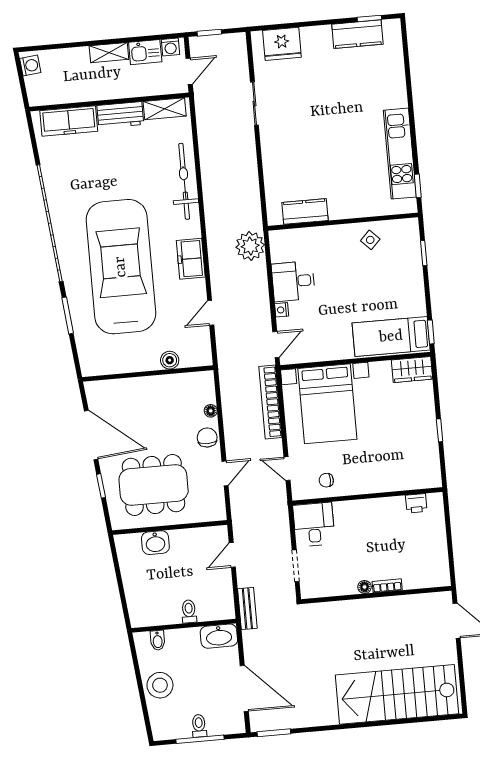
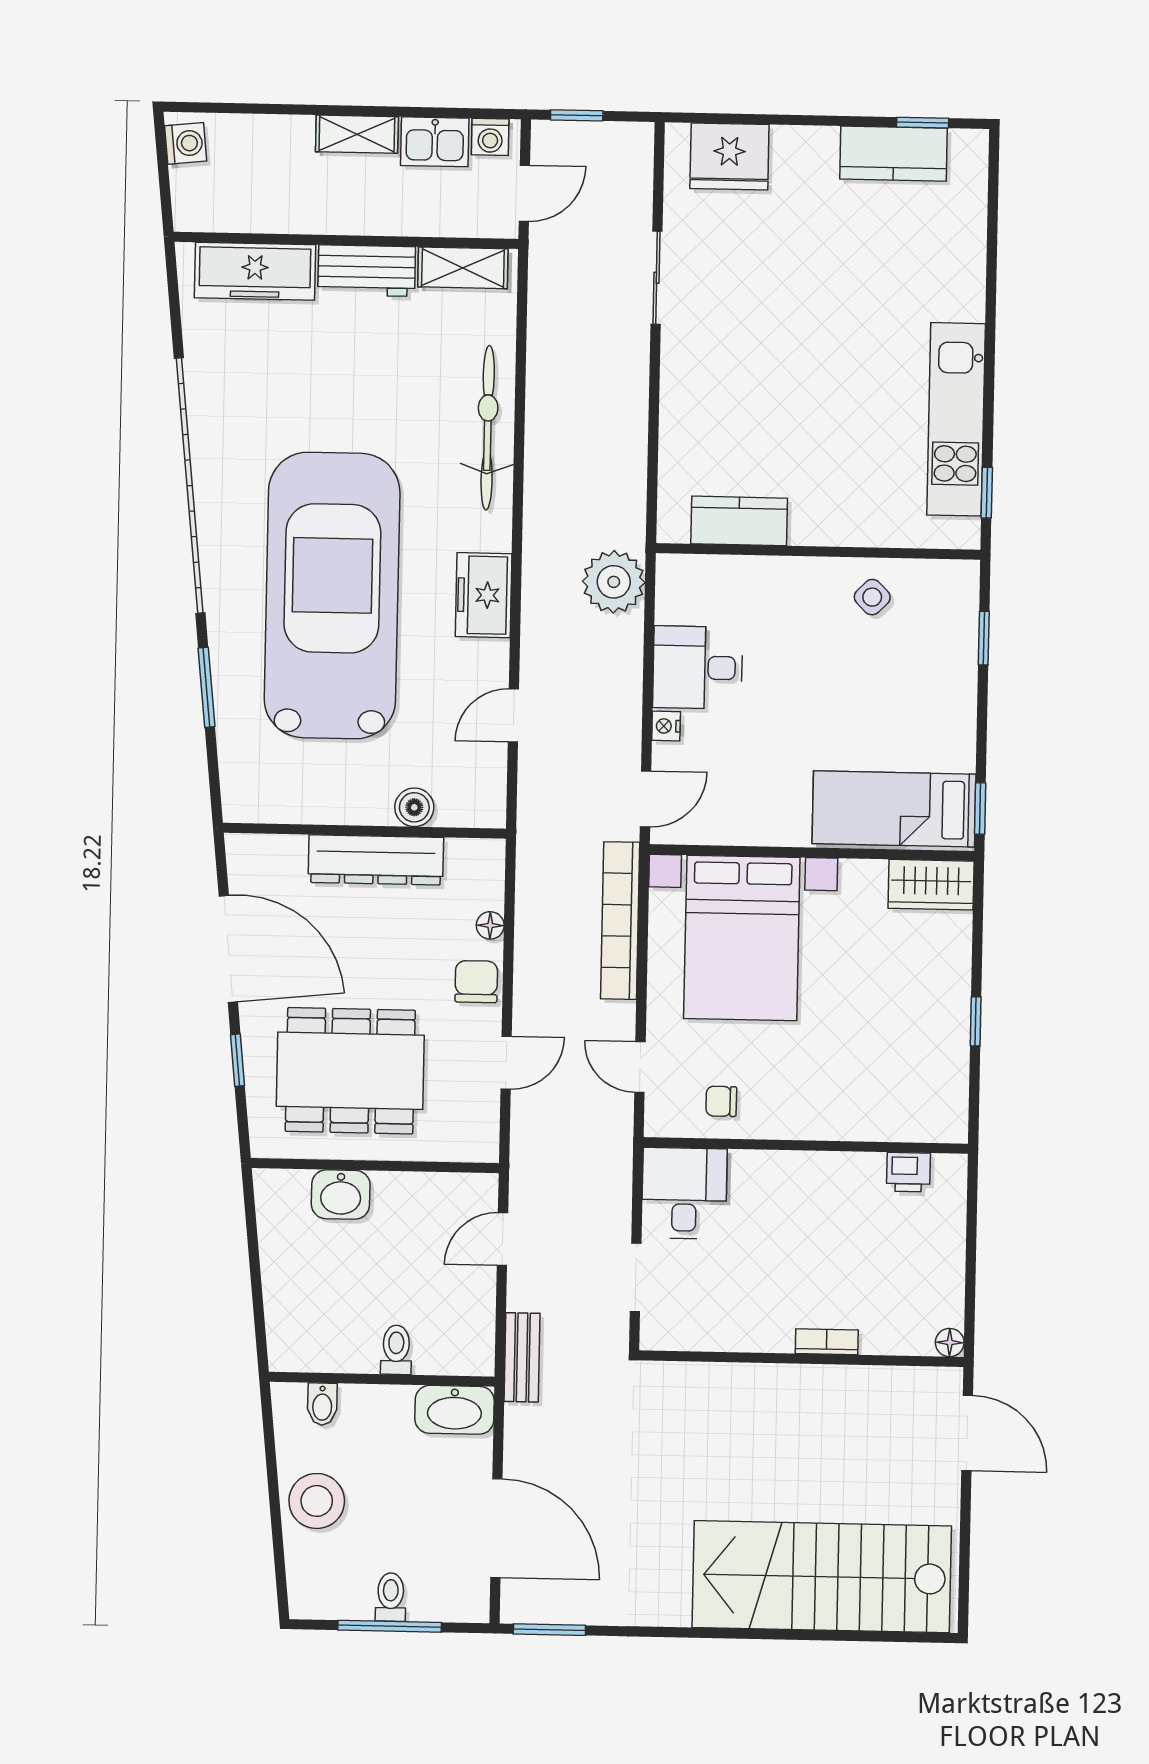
dresser: (155, 386) -> (376, 860), added
floor lamp: (365, 587) -> (950, 1343), moved

